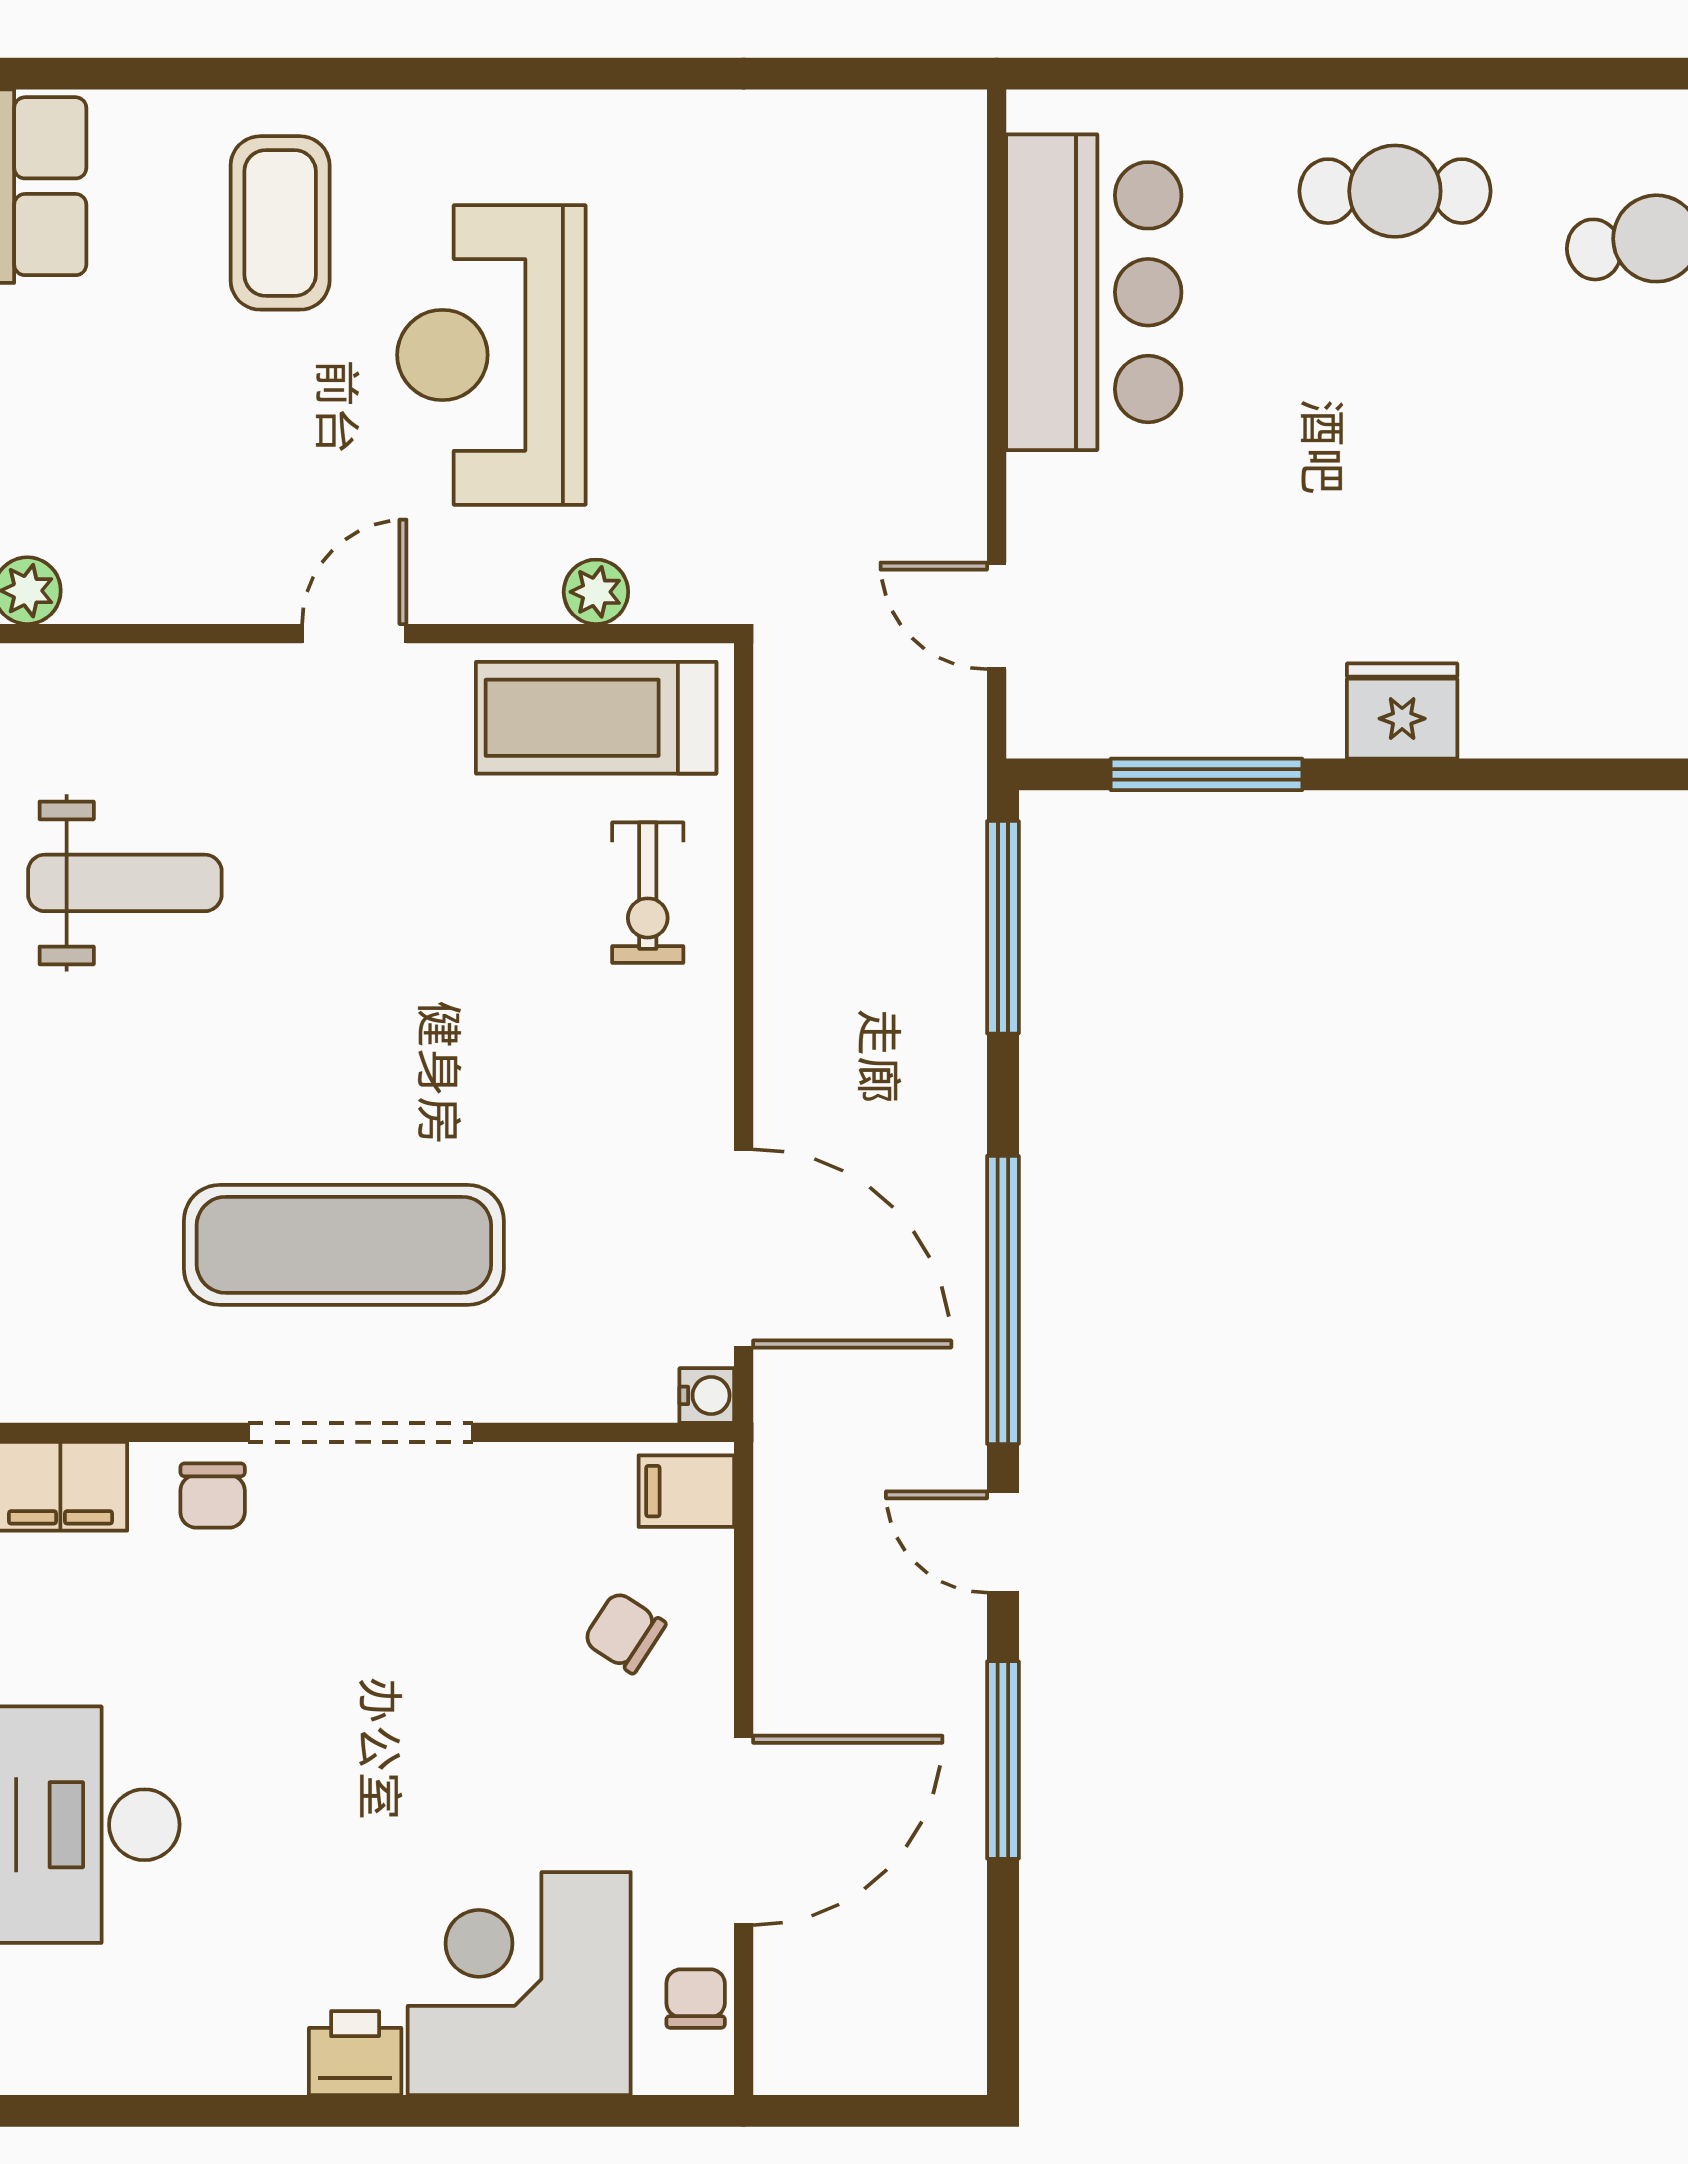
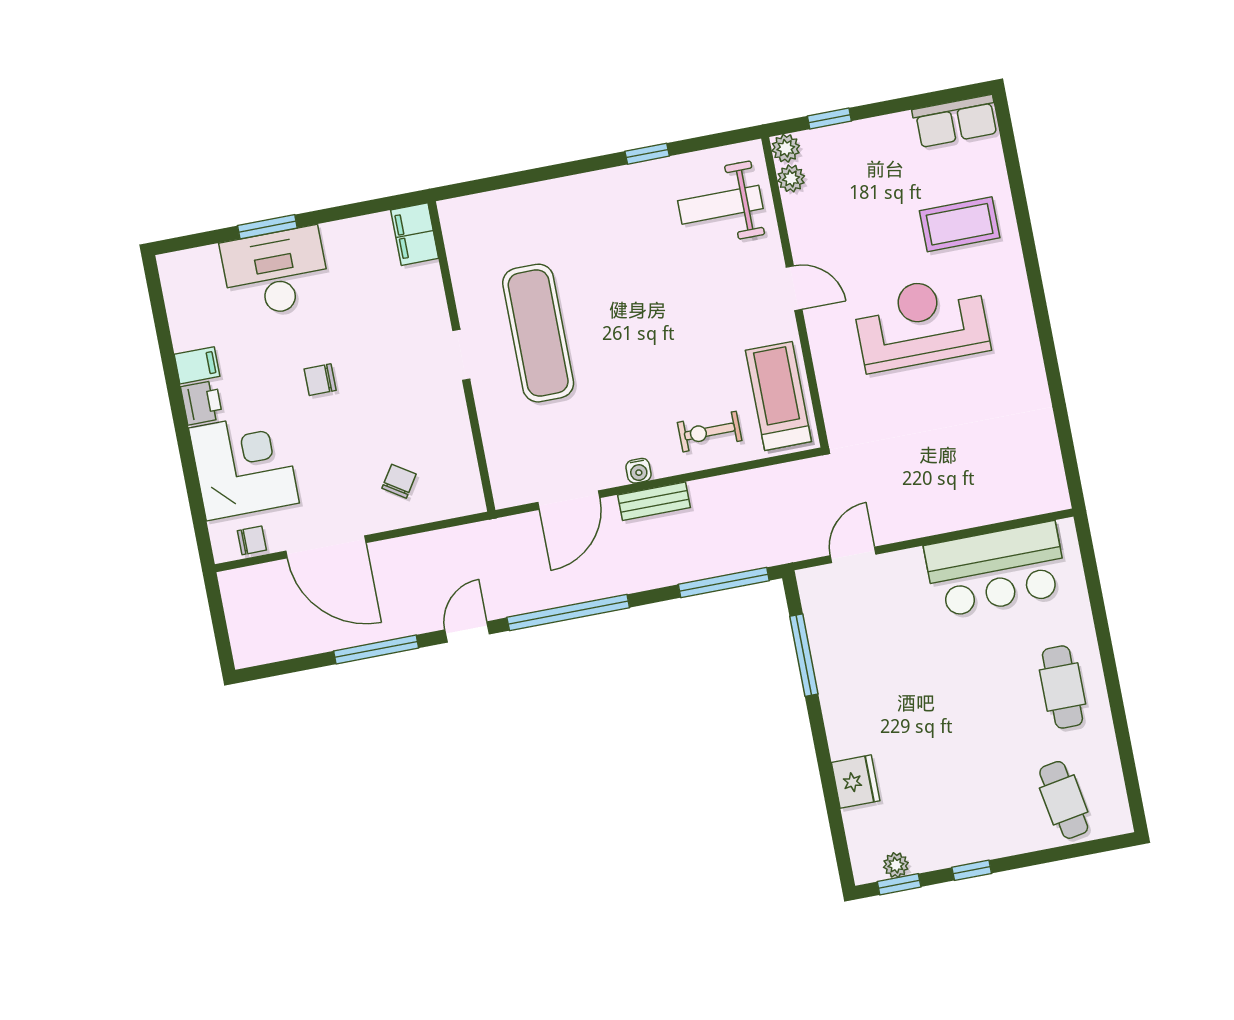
plant: (596, 592) -> (791, 178), moved
fridge: (1402, 711) -> (856, 782), moved
weight bench: (125, 883) -> (720, 205), moved, turned 90
bench: (784, 1052) -> (654, 501), added
door: (744, 1248) -> (569, 500), width x0.73
water cooler: (707, 1395) -> (638, 471), moved
doorway: (360, 1432) -> (461, 355), width x0.53
filing cabinet: (686, 1491) -> (197, 365), moved, turned 90
chair: (213, 1496) -> (320, 380), moved

